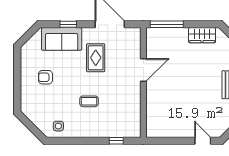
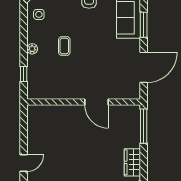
window: (68, 24) -> (144, 25), width x1.50
rug: (96, 58) -> (109, 53), removed
plant: (92, 132) -> (32, 49), added

